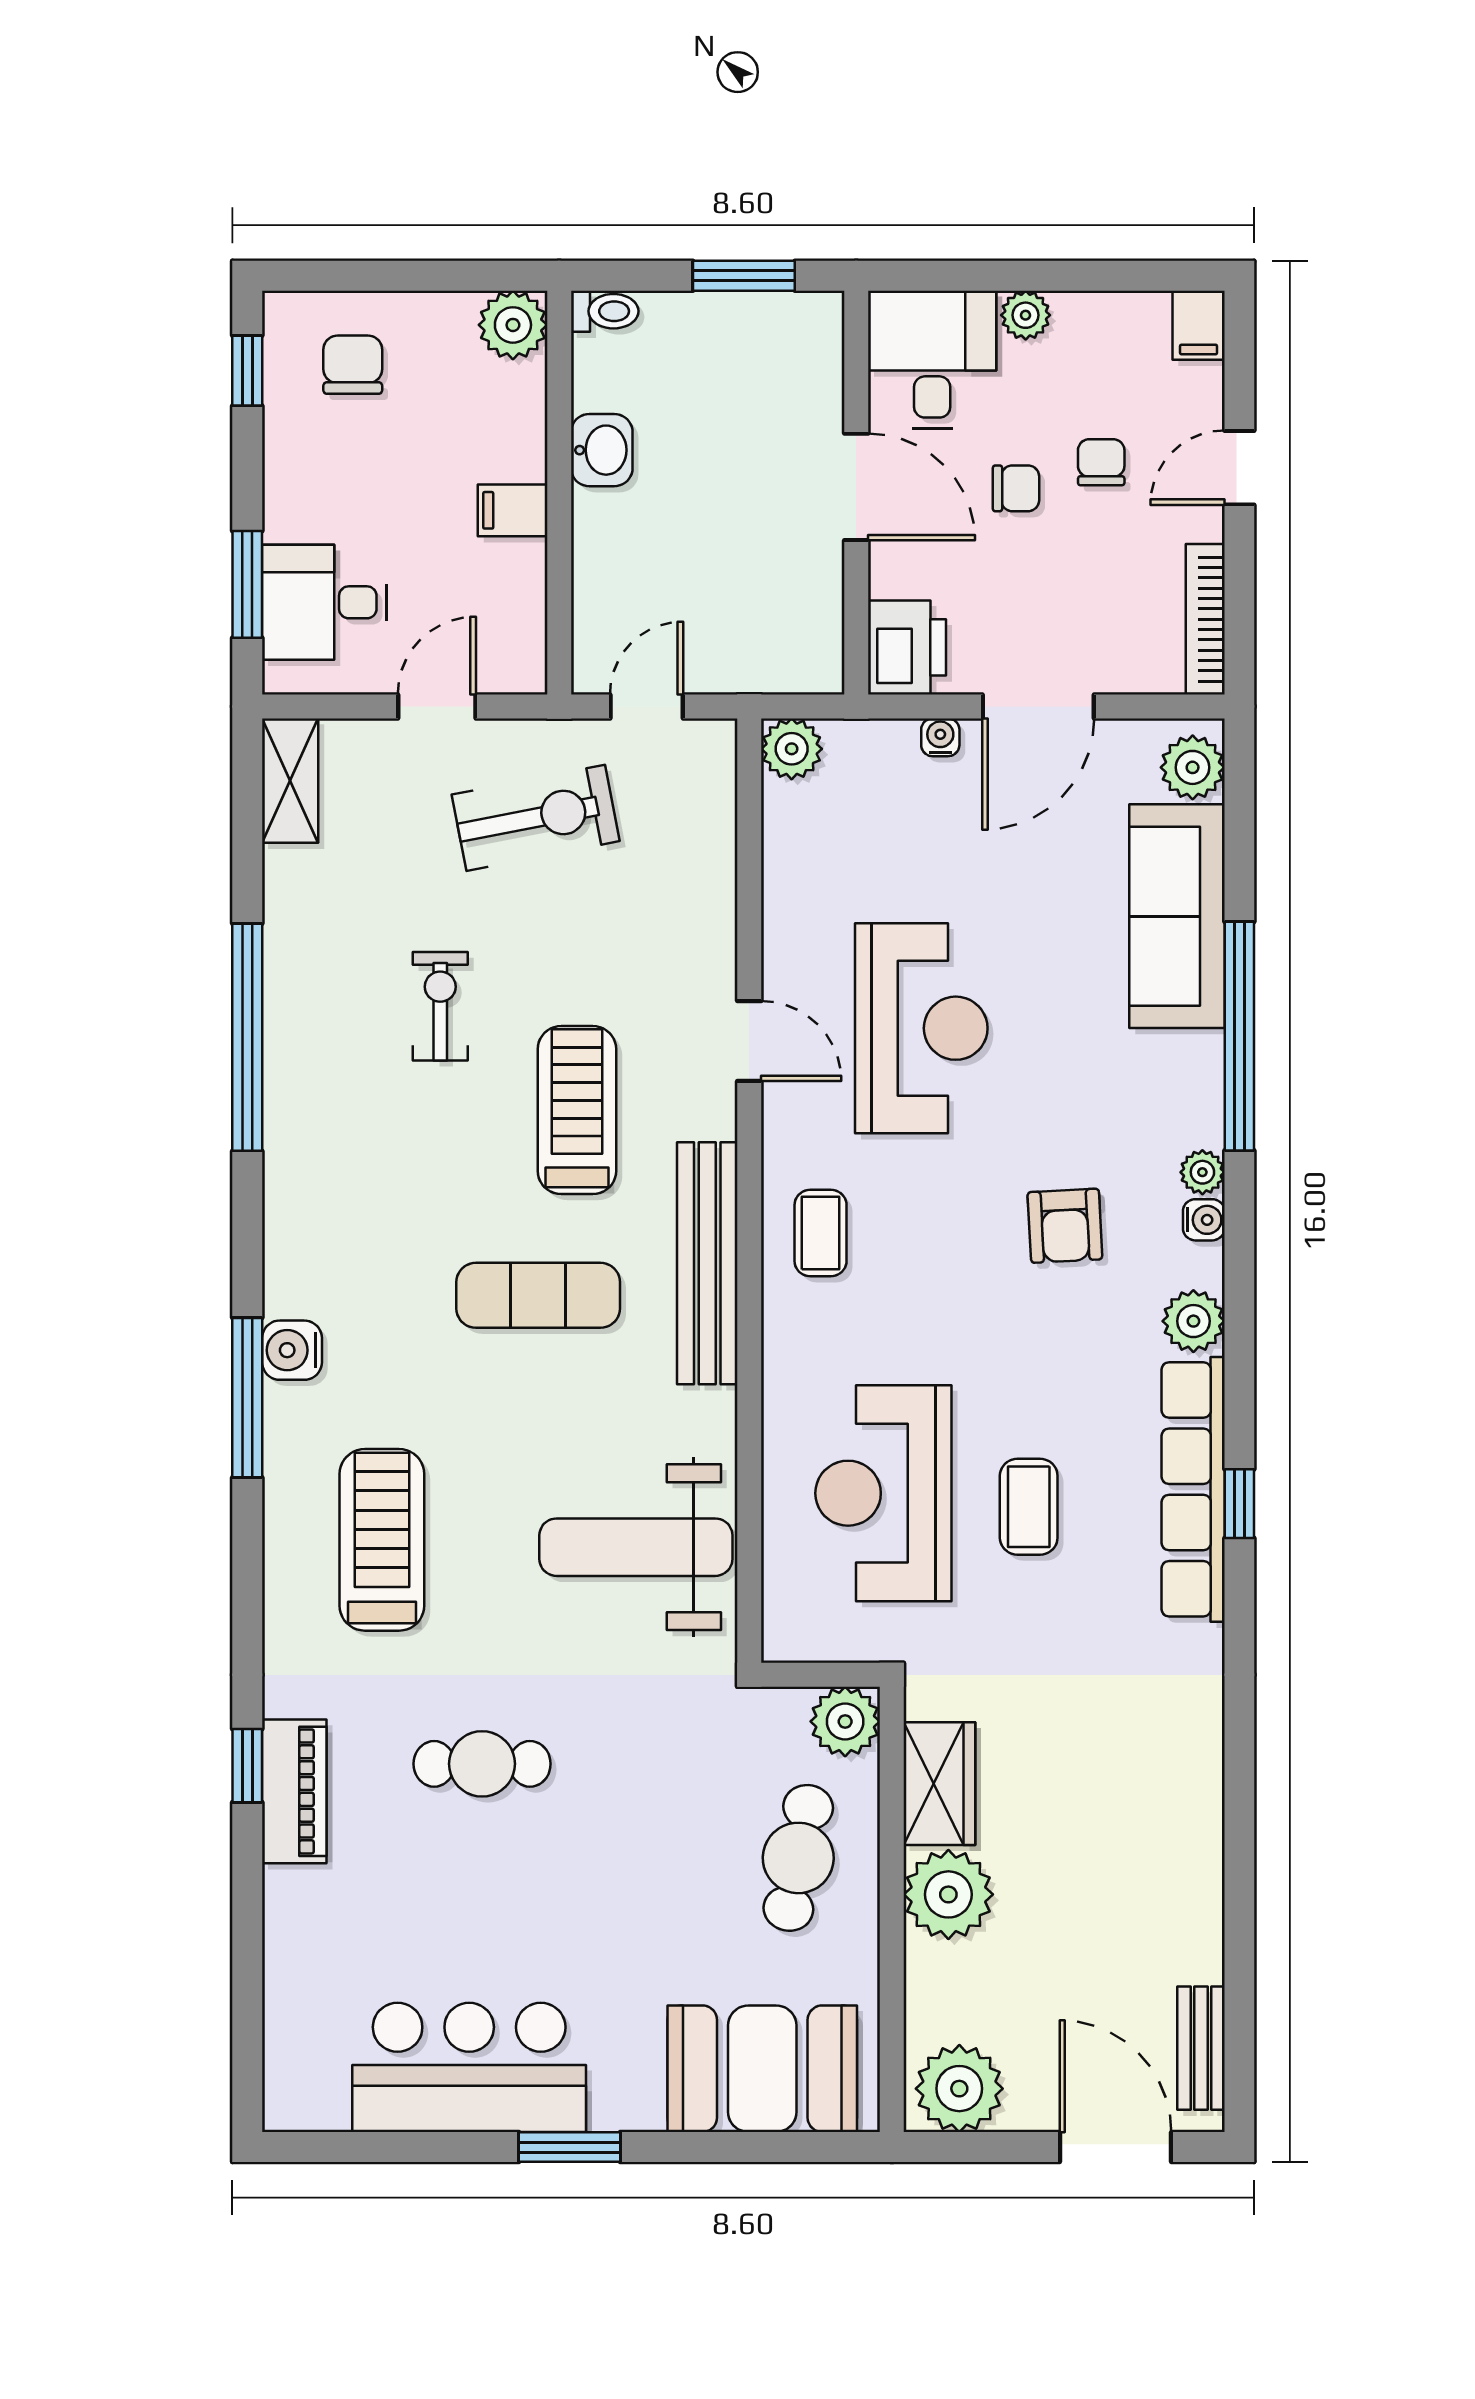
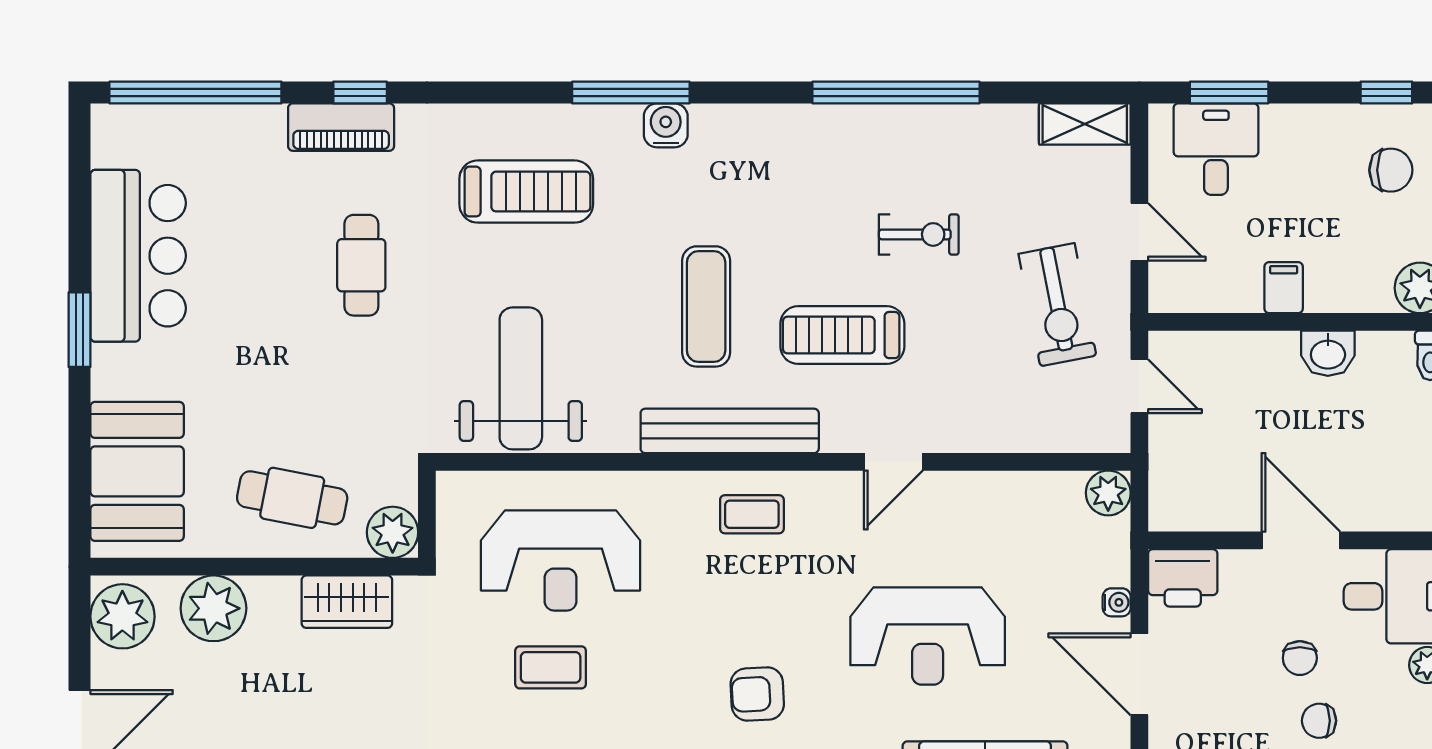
chair: (1101, 462) -> (1319, 721), turned 180
door: (856, 487) -> (1301, 540), swing flipped
reception desk: (921, 1028) -> (928, 636), moved
treadmill: (577, 1110) -> (842, 335), turned 180
reception desk: (883, 1493) -> (561, 561), turned 180
plant: (948, 1894) -> (213, 608), moved
window: (247, 1989) -> (195, 92), added

